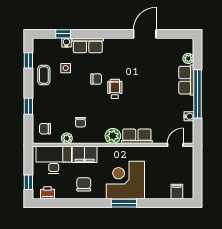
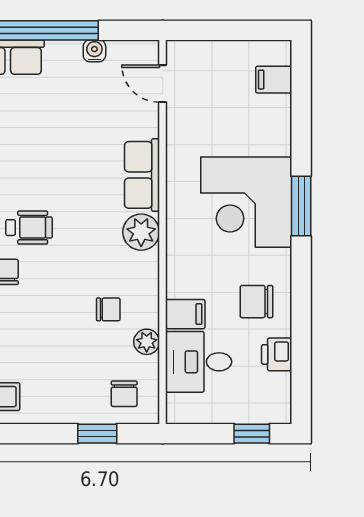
wheelchair: (115, 89) -> (29, 228), turned 180
window: (28, 106) -> (97, 434), moved
filing cabinet: (85, 154) -> (185, 314), width x0.50
desk: (54, 160) -> (199, 362), width x0.73
printer: (48, 193) -> (277, 354), moved

